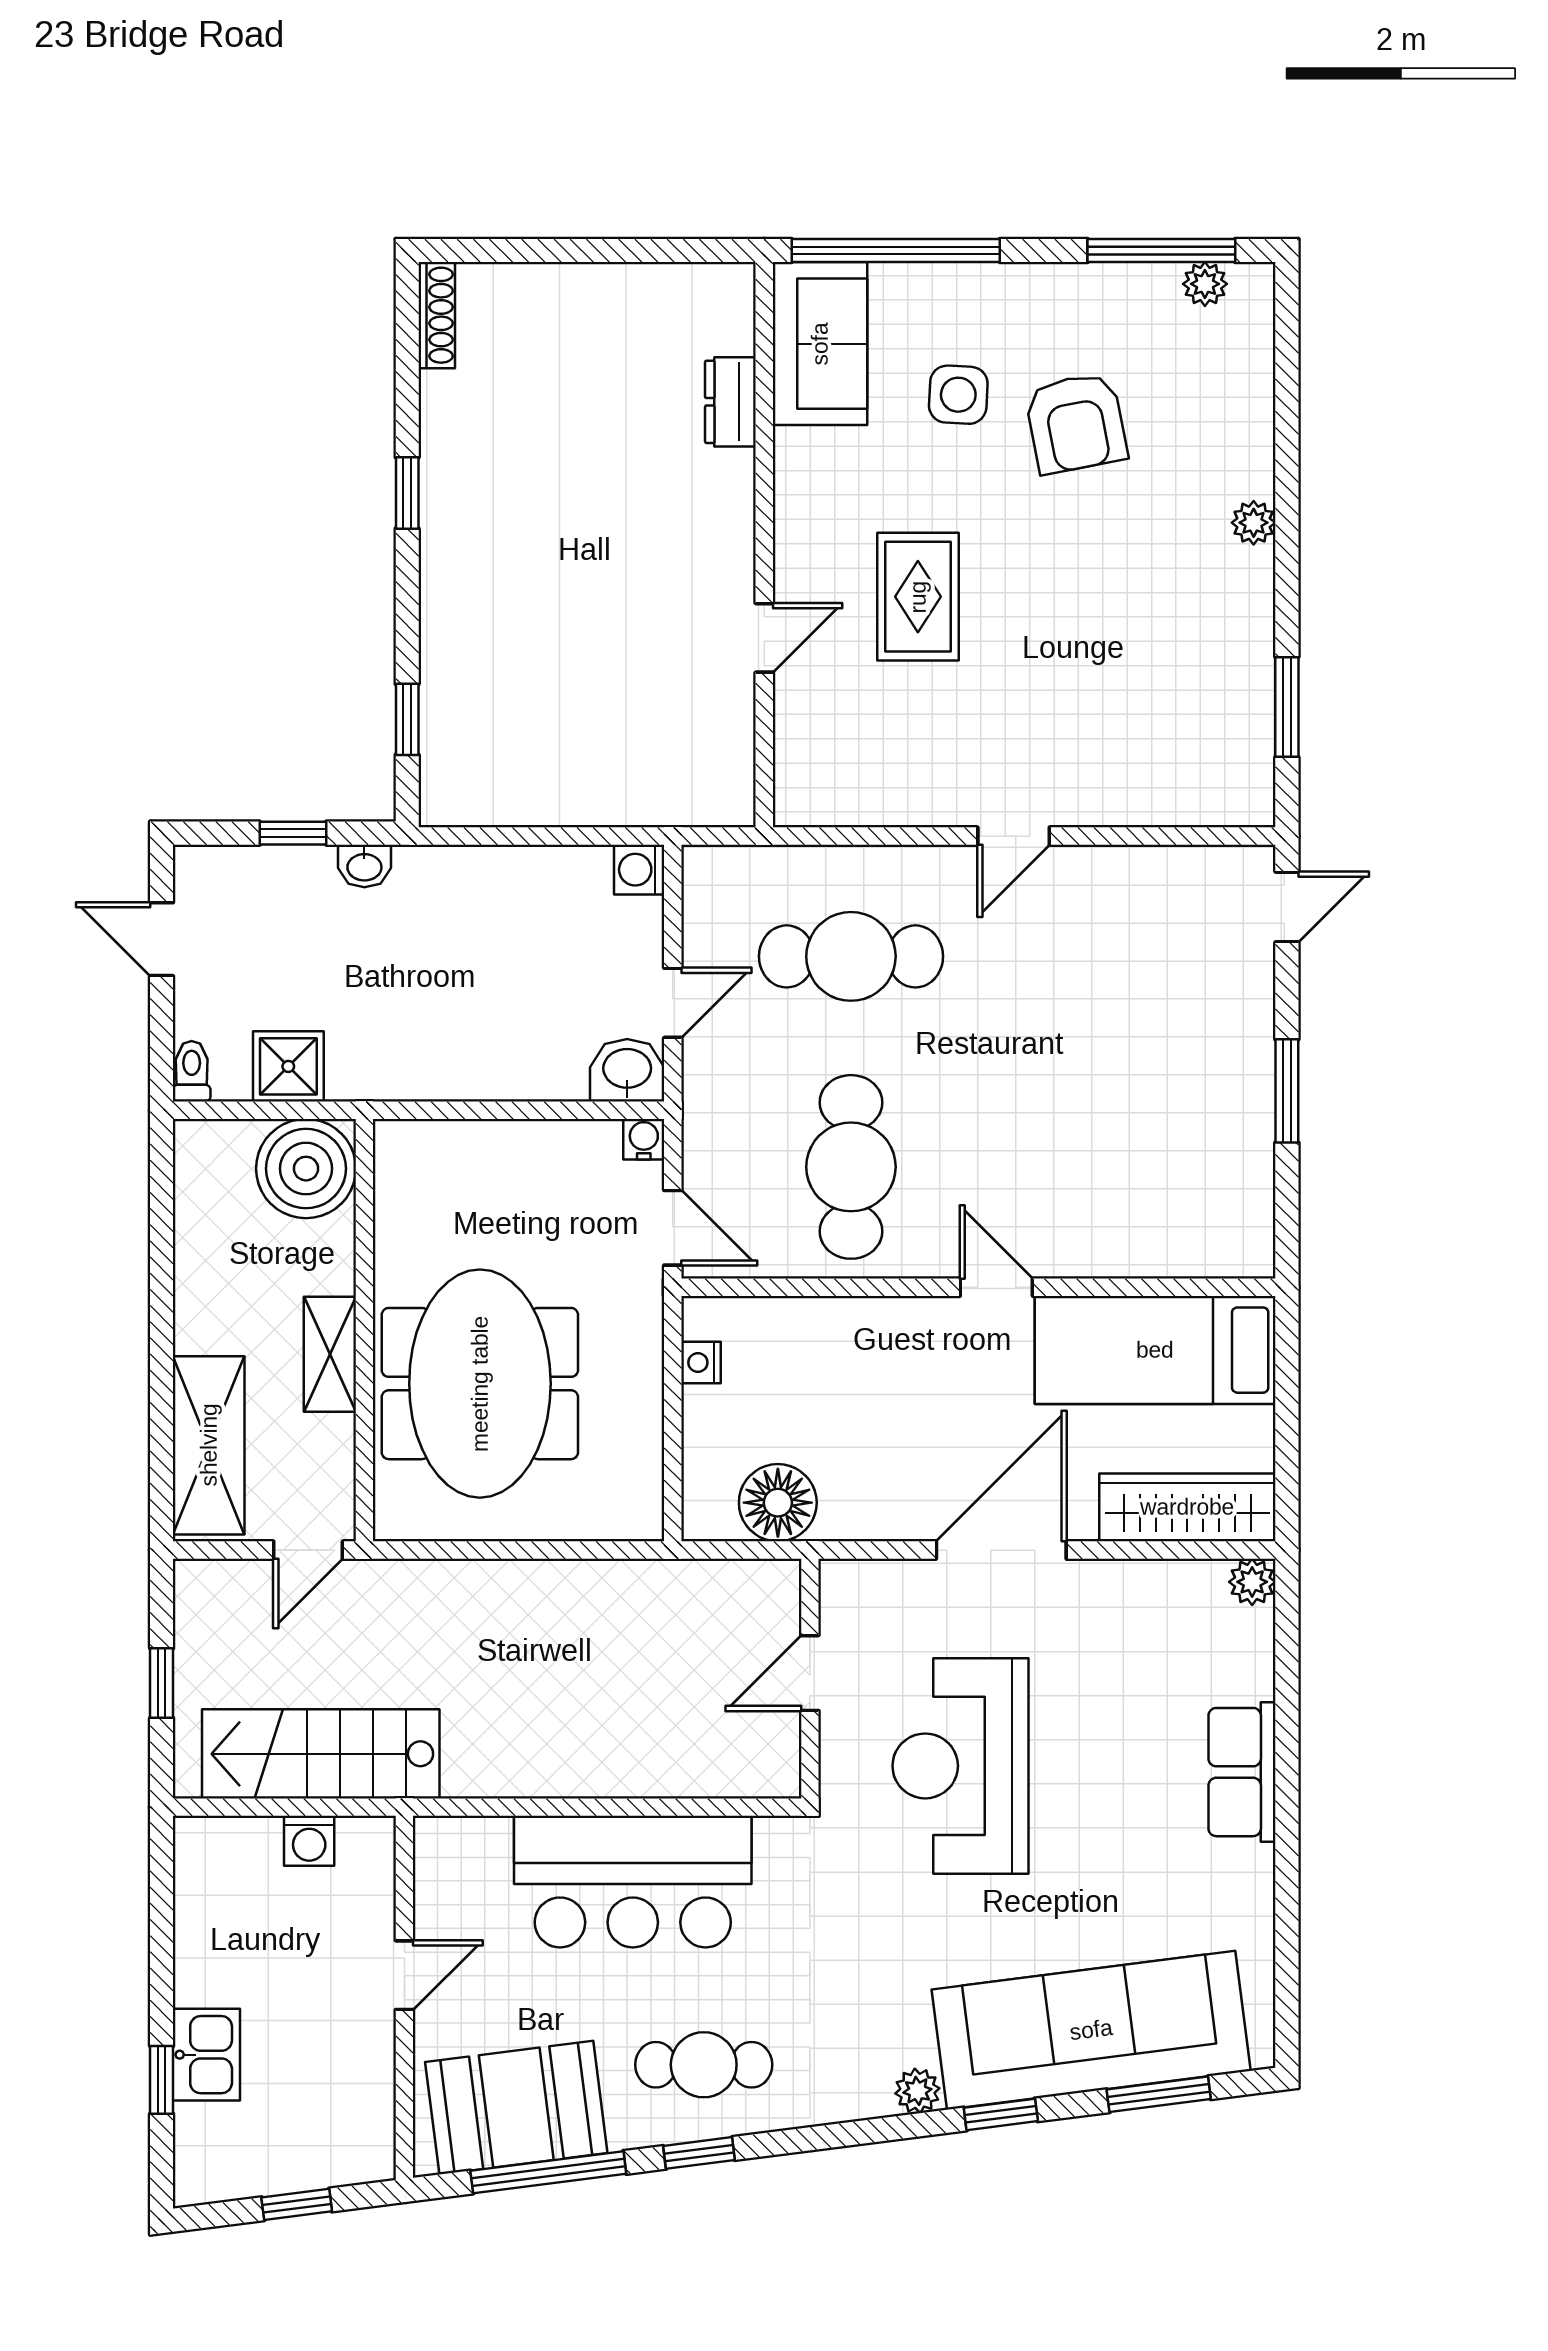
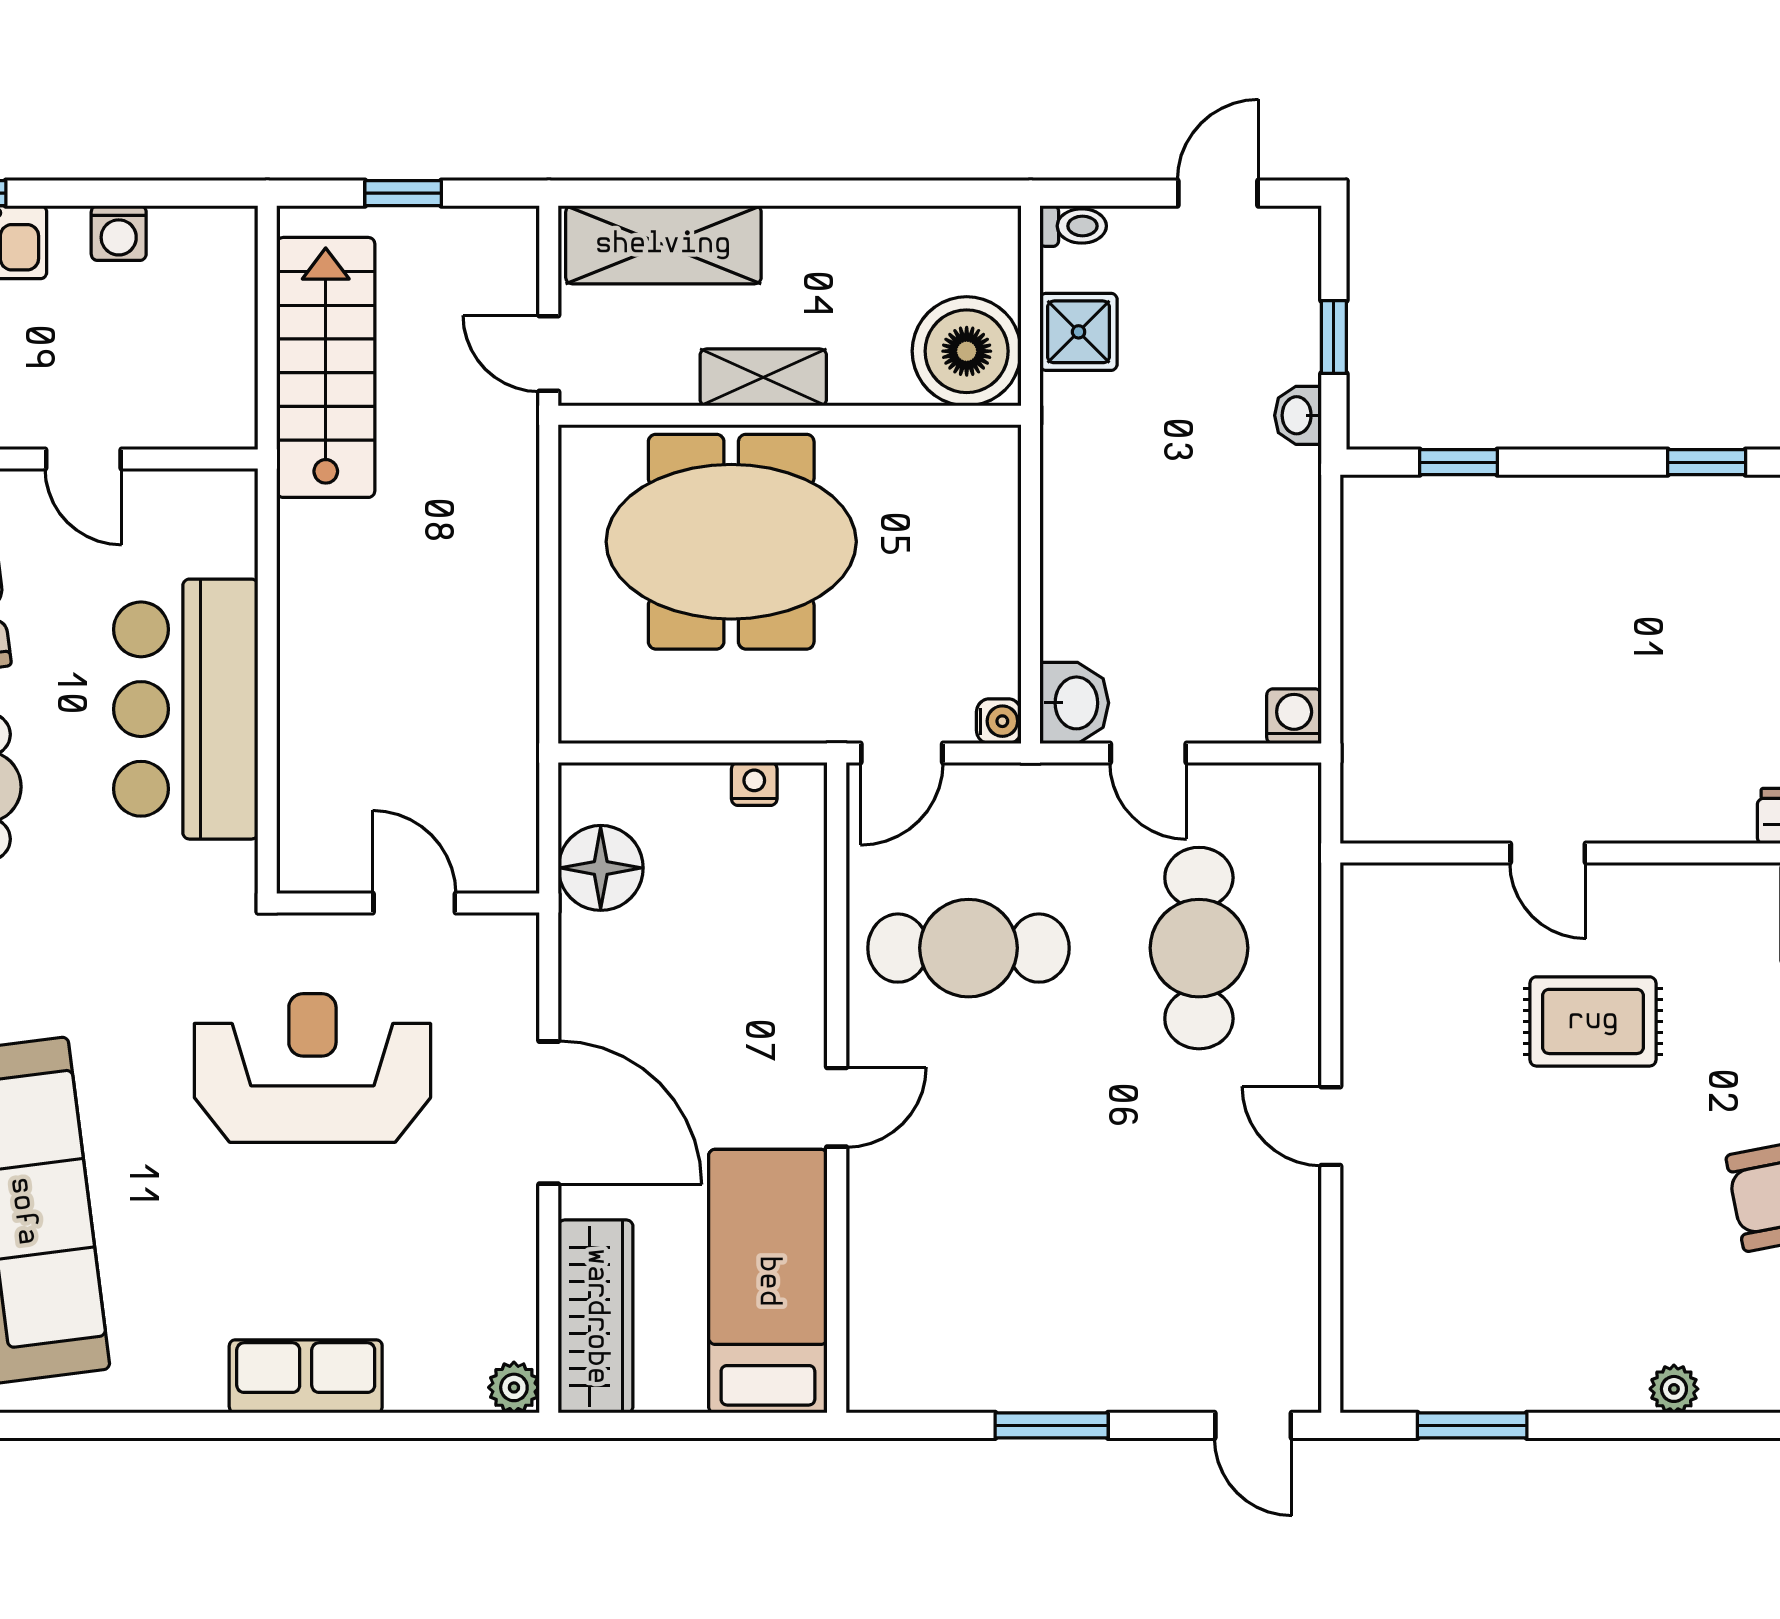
washing machine: (309, 1841) -> (119, 233), moved, turned -90

